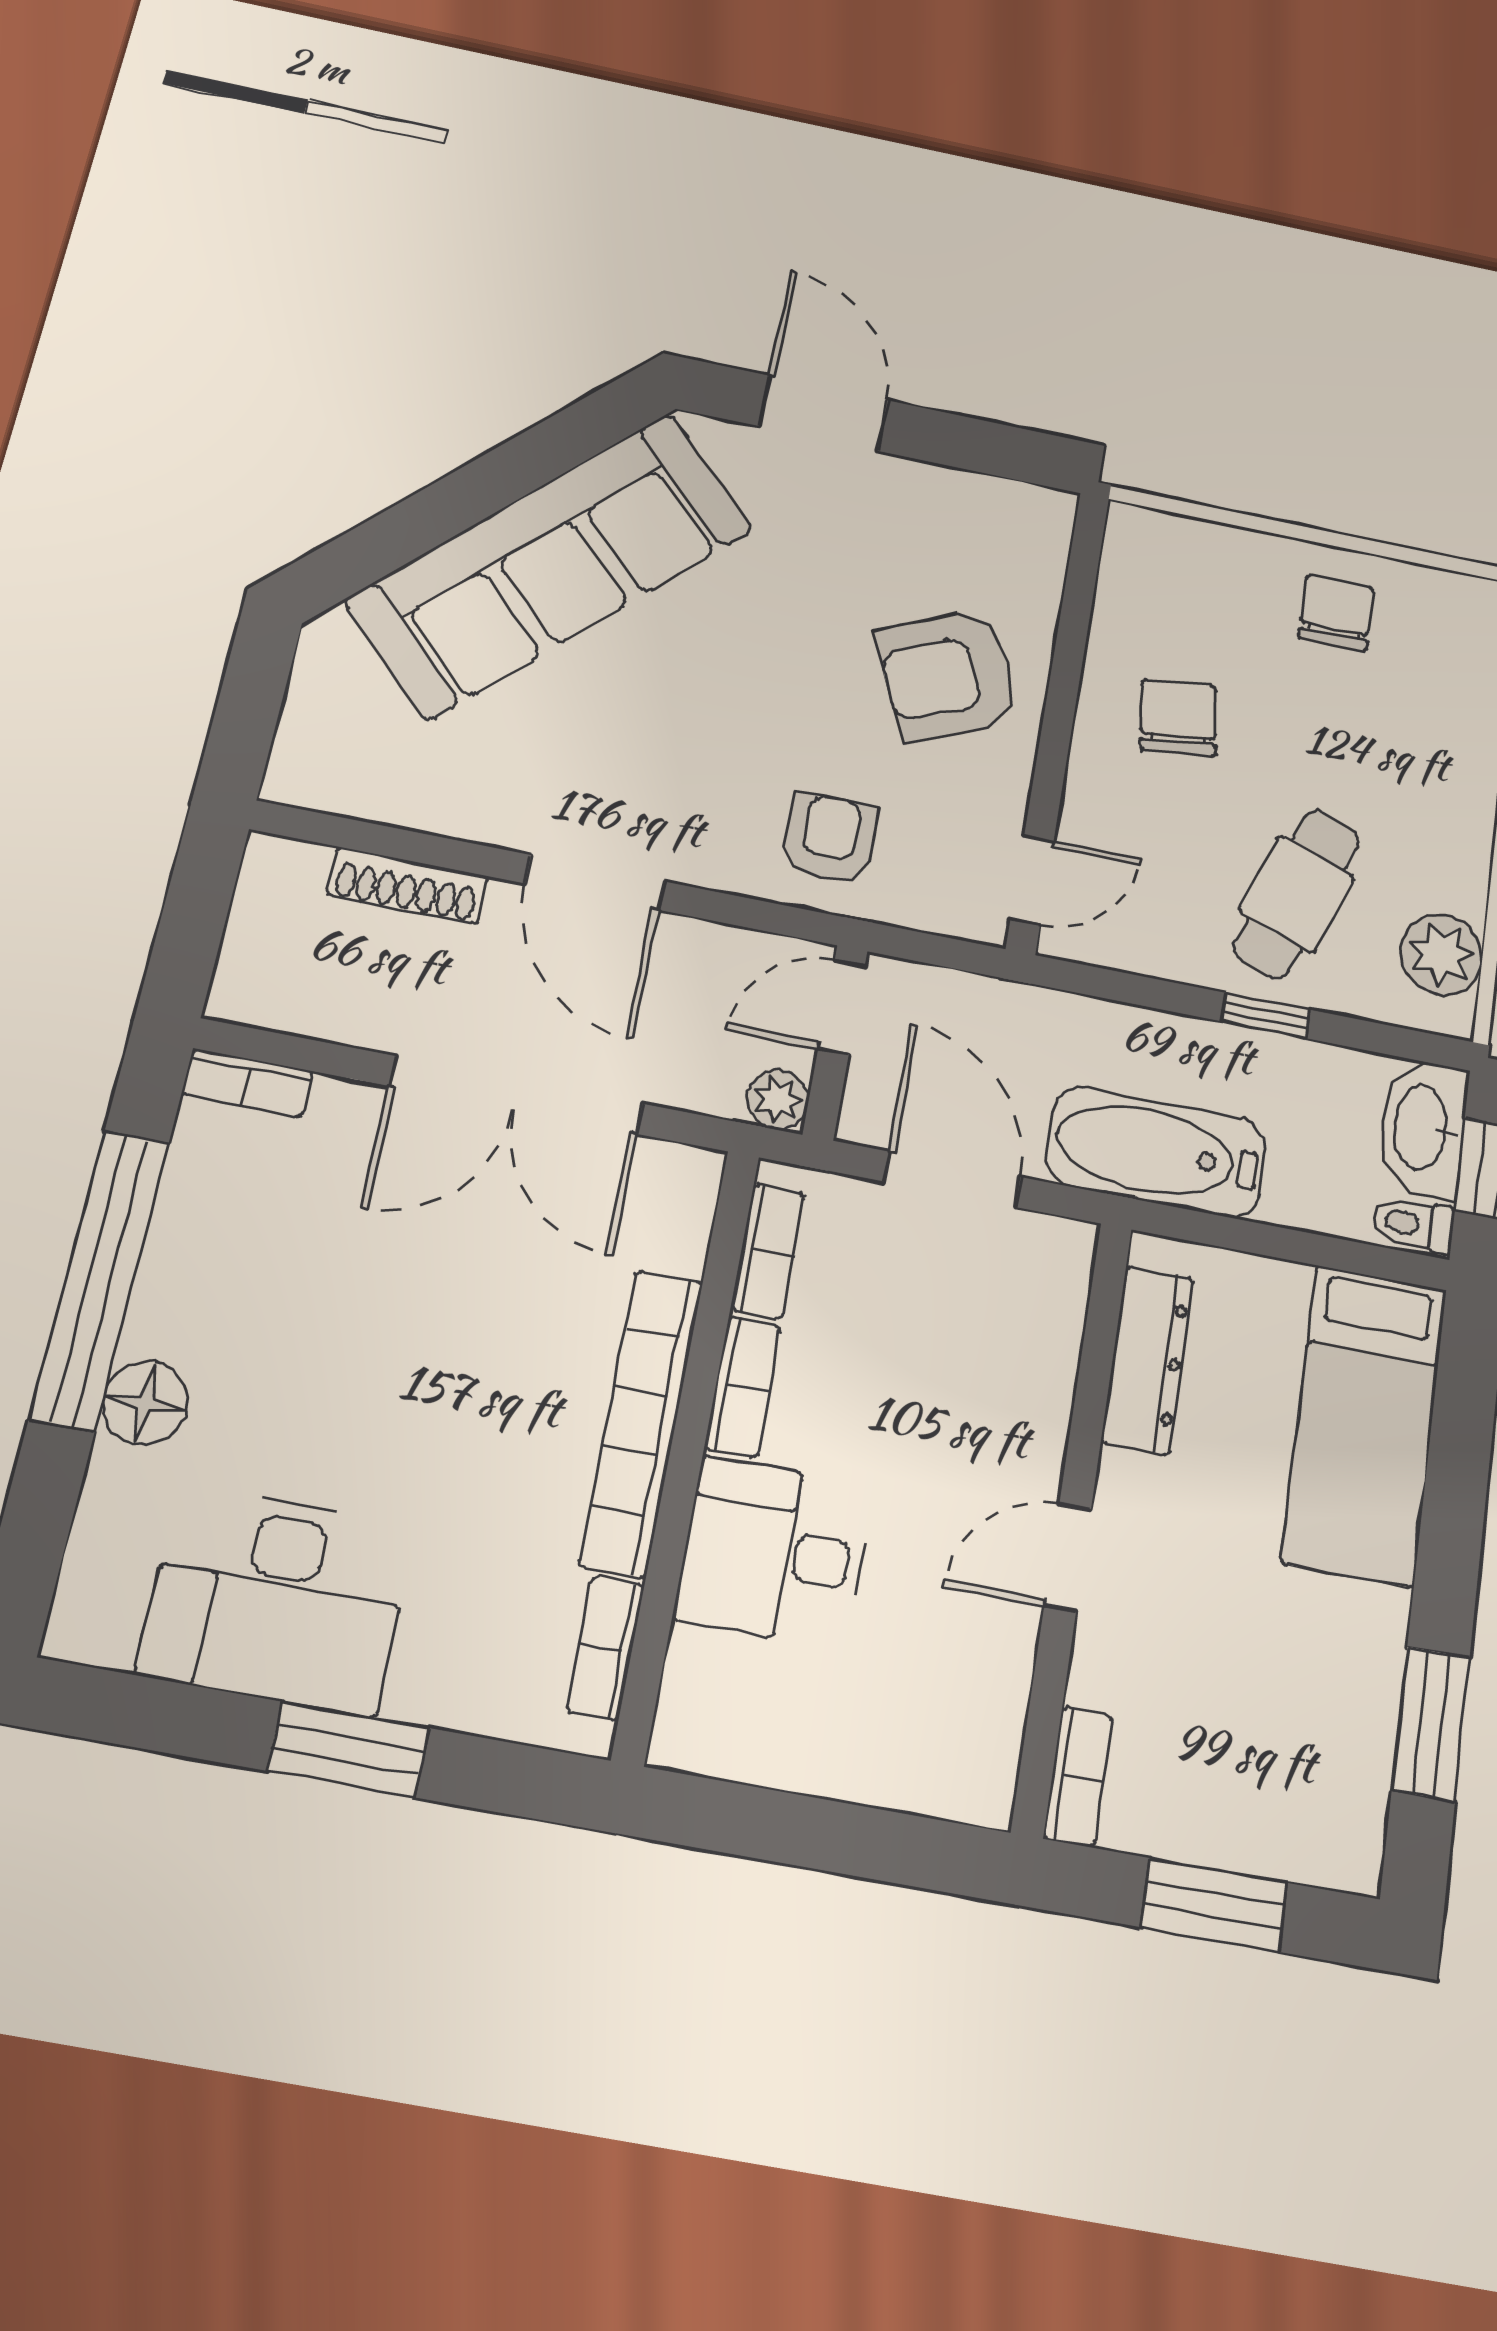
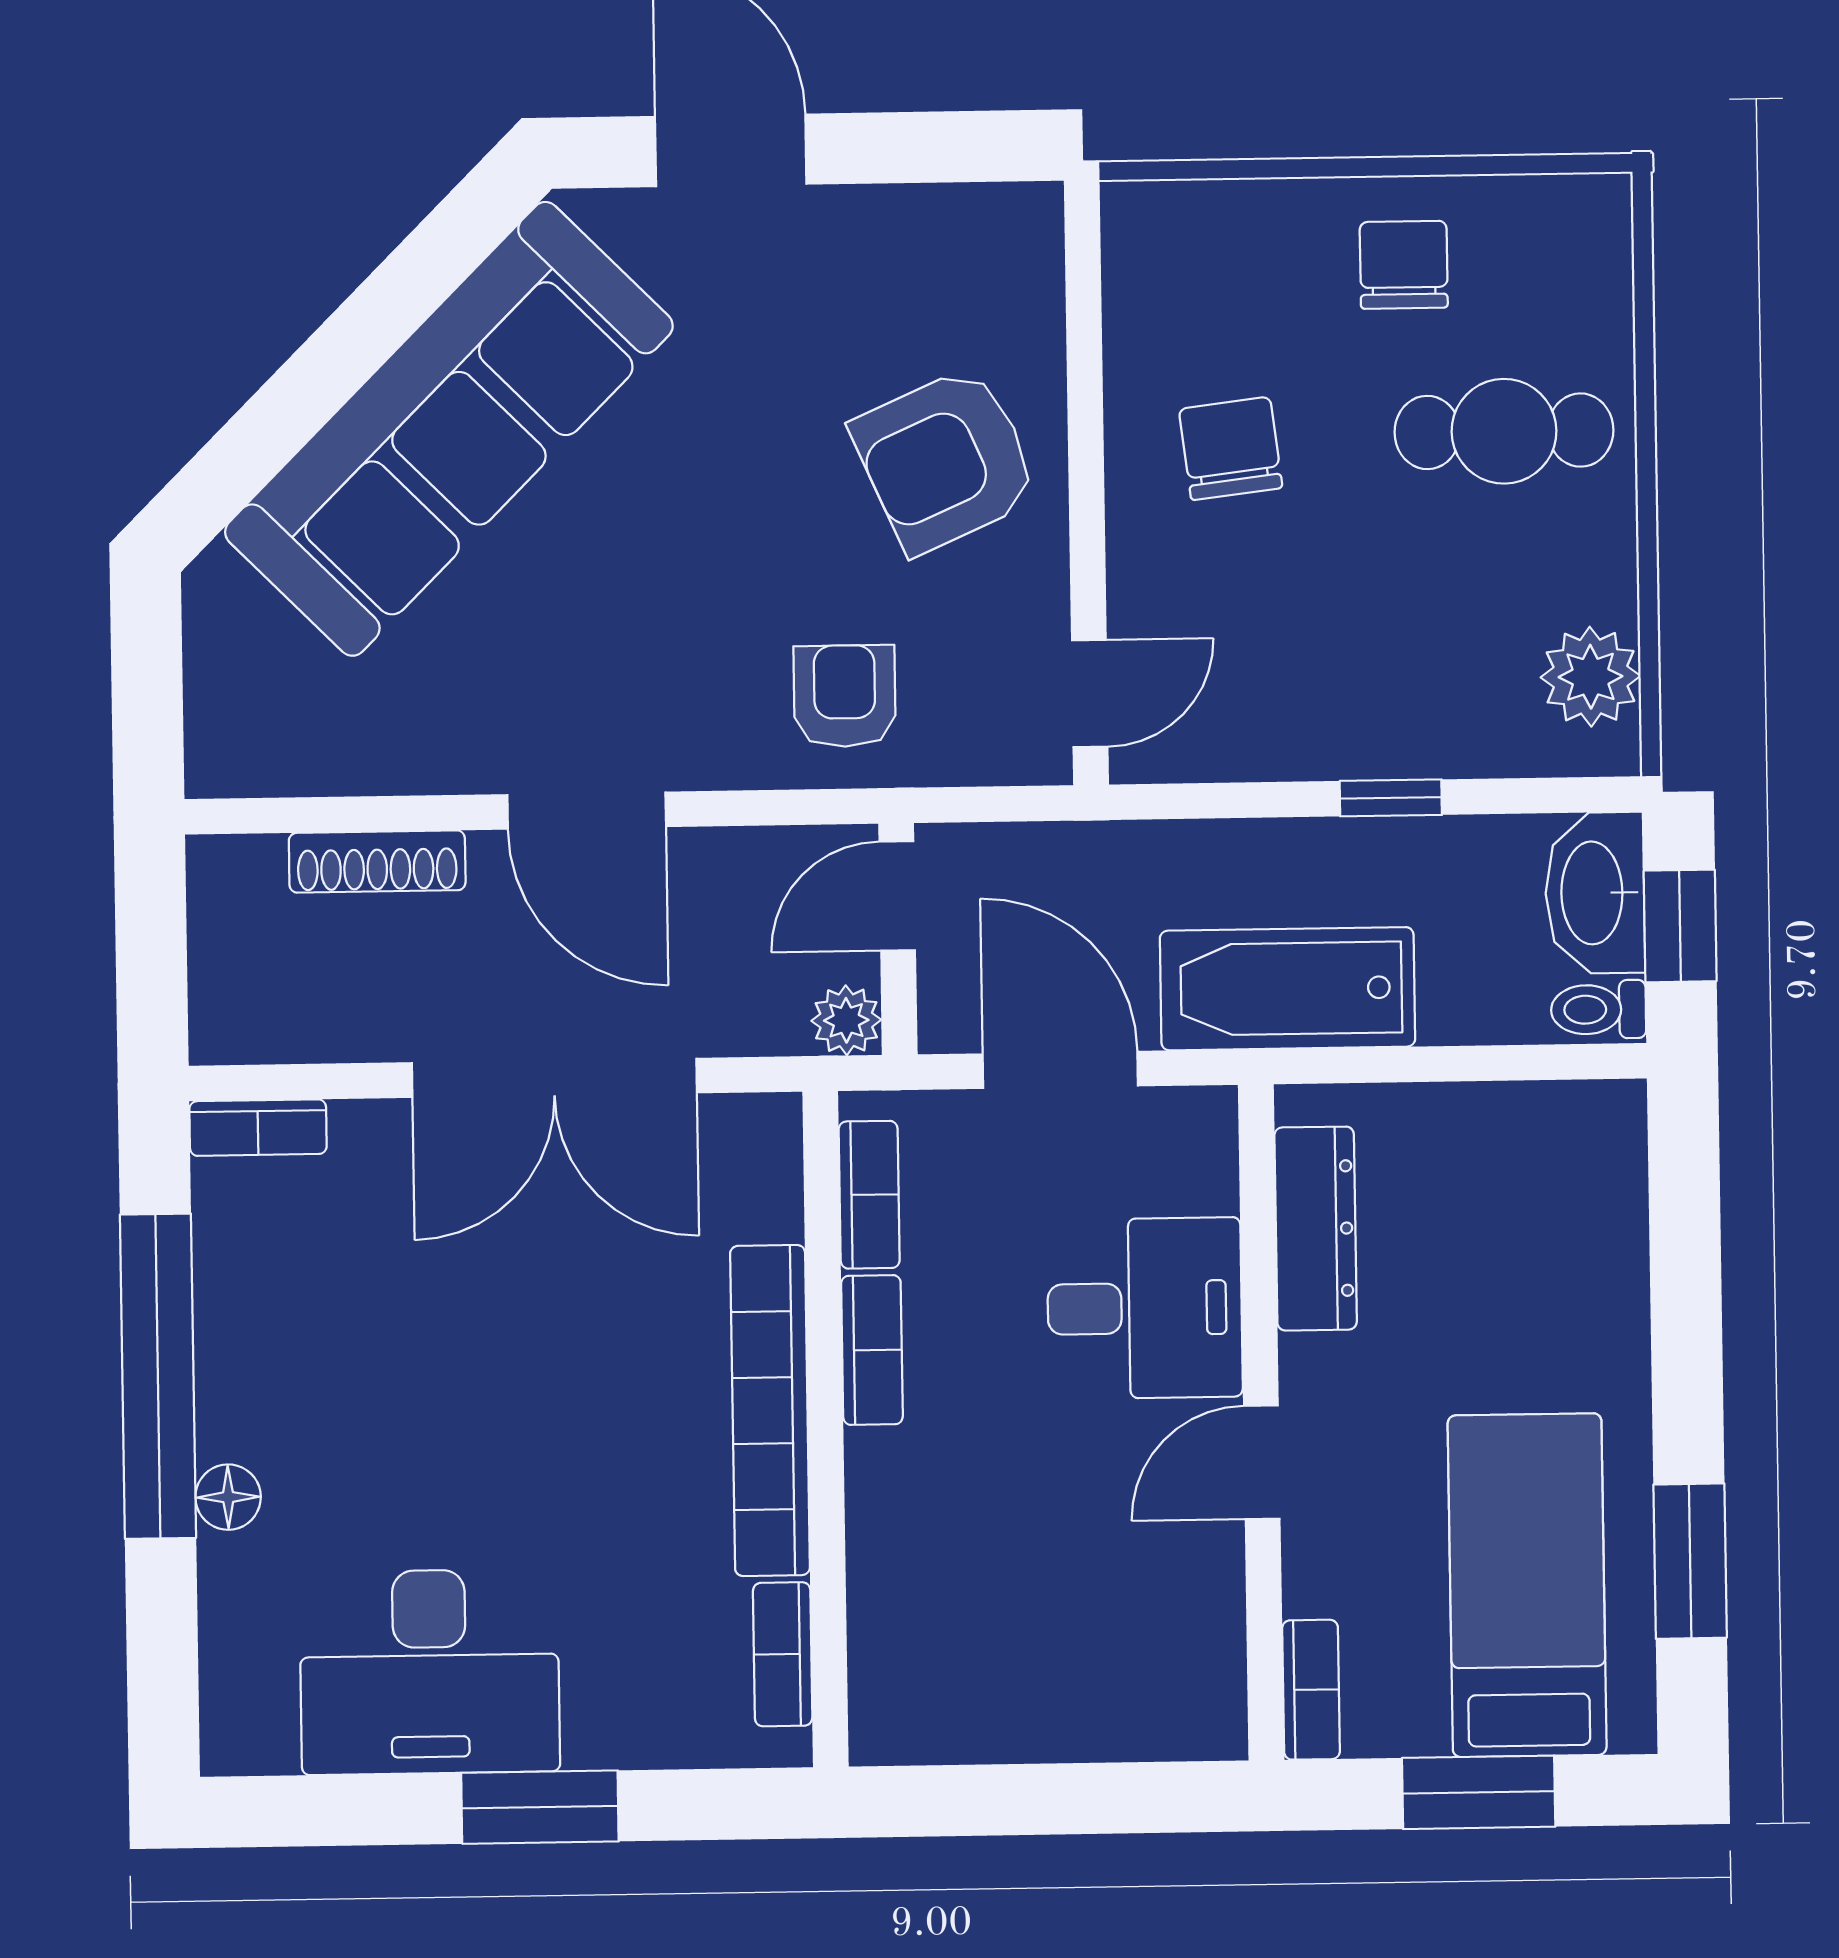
cafe table: (1297, 894) -> (1504, 431), moved, turned 70
floor lamp: (145, 1403) -> (228, 1497), width x0.73, depth x0.73
bed: (1365, 1424) -> (1527, 1585), moved, turned 180
desk: (774, 1553) -> (1145, 1308), moved, turned 180

